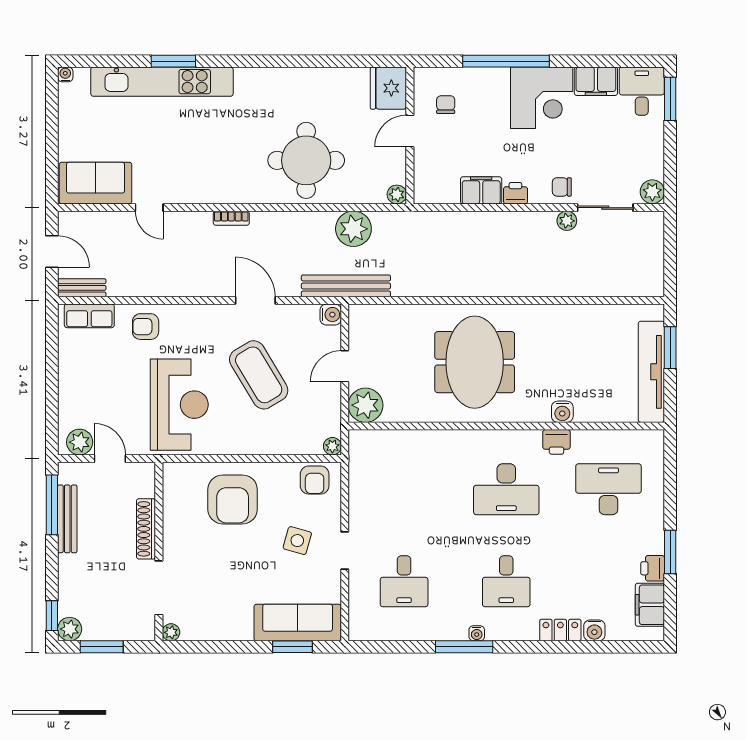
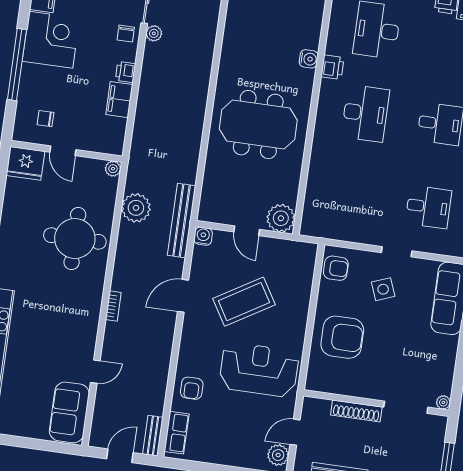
plant: (332, 446) -> (310, 250), removed
side table: (297, 541) -> (383, 289), turned -37

